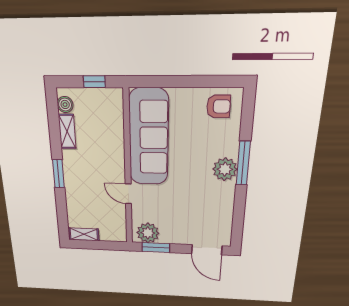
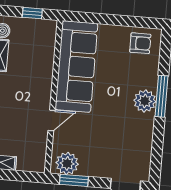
door: (128, 194) -> (52, 120), swing flipped

